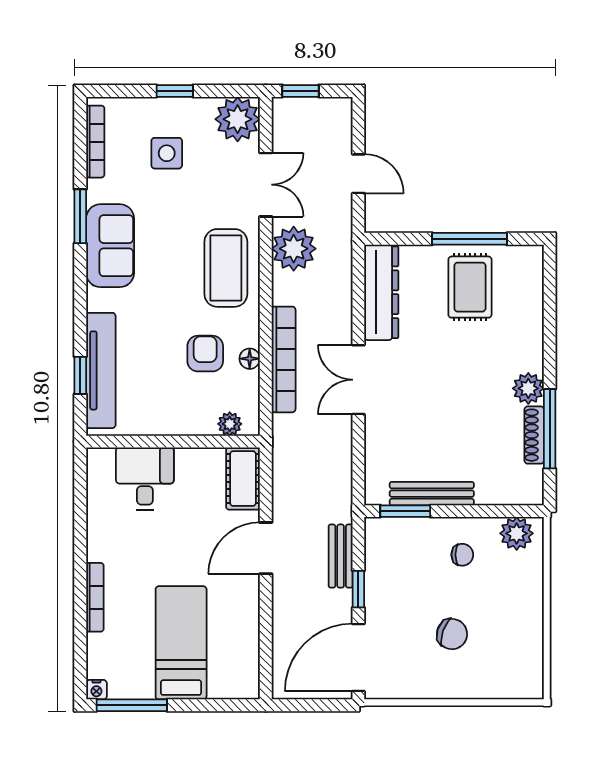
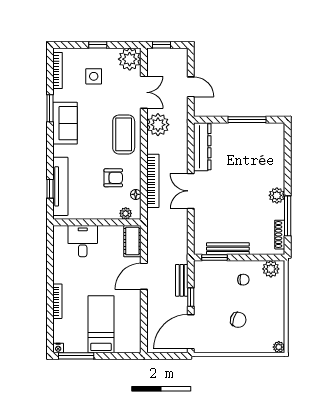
rug: (470, 287) -> (247, 144), removed
armchair: (205, 354) -> (113, 178), turned 90
floor lamp: (250, 359) -> (136, 194), moved
shoe rack: (534, 435) -> (280, 235), moved
plant: (532, 688) -> (279, 347), added

